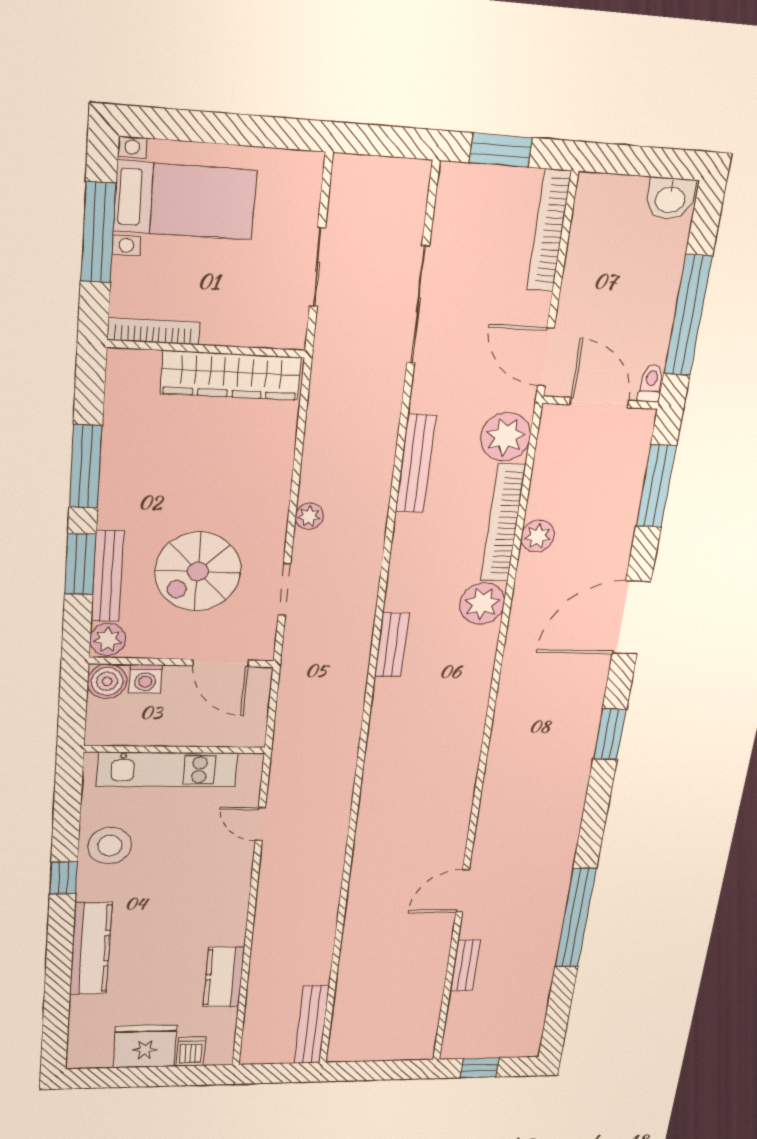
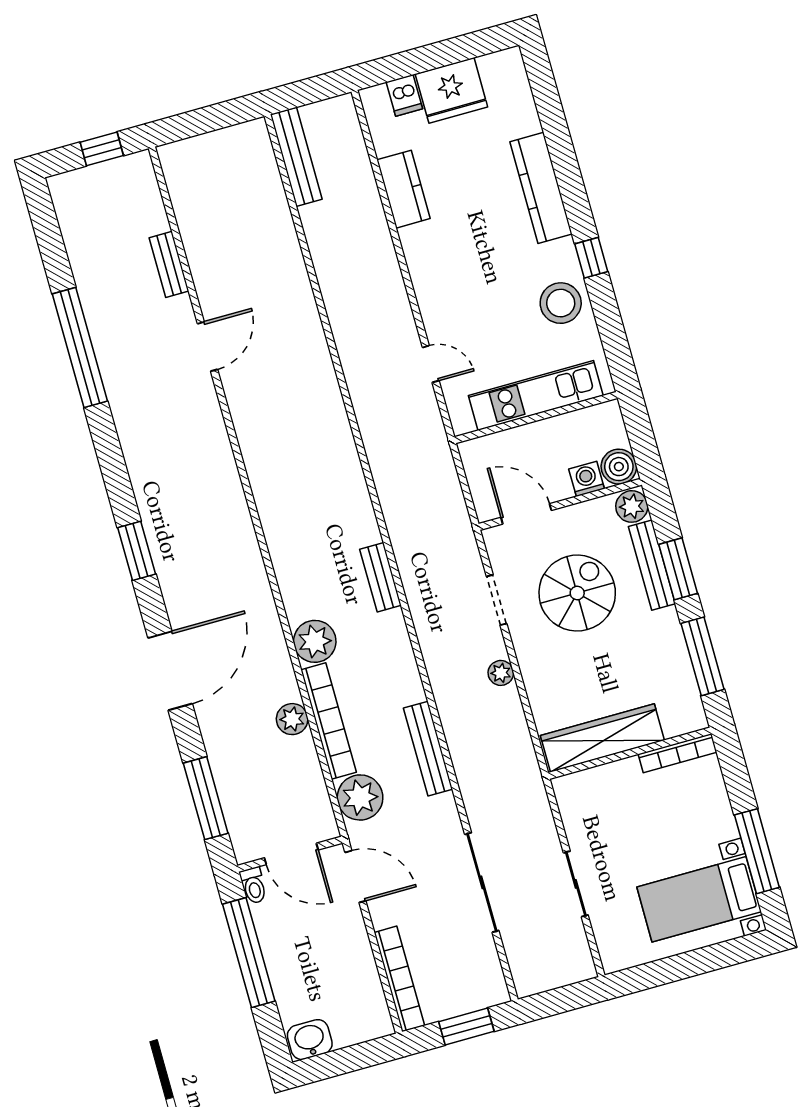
bookcase: (153, 331) -> (677, 753), moved
wall: (207, 349) -> (630, 753), moved
wardrobe: (231, 375) -> (602, 738), moved

